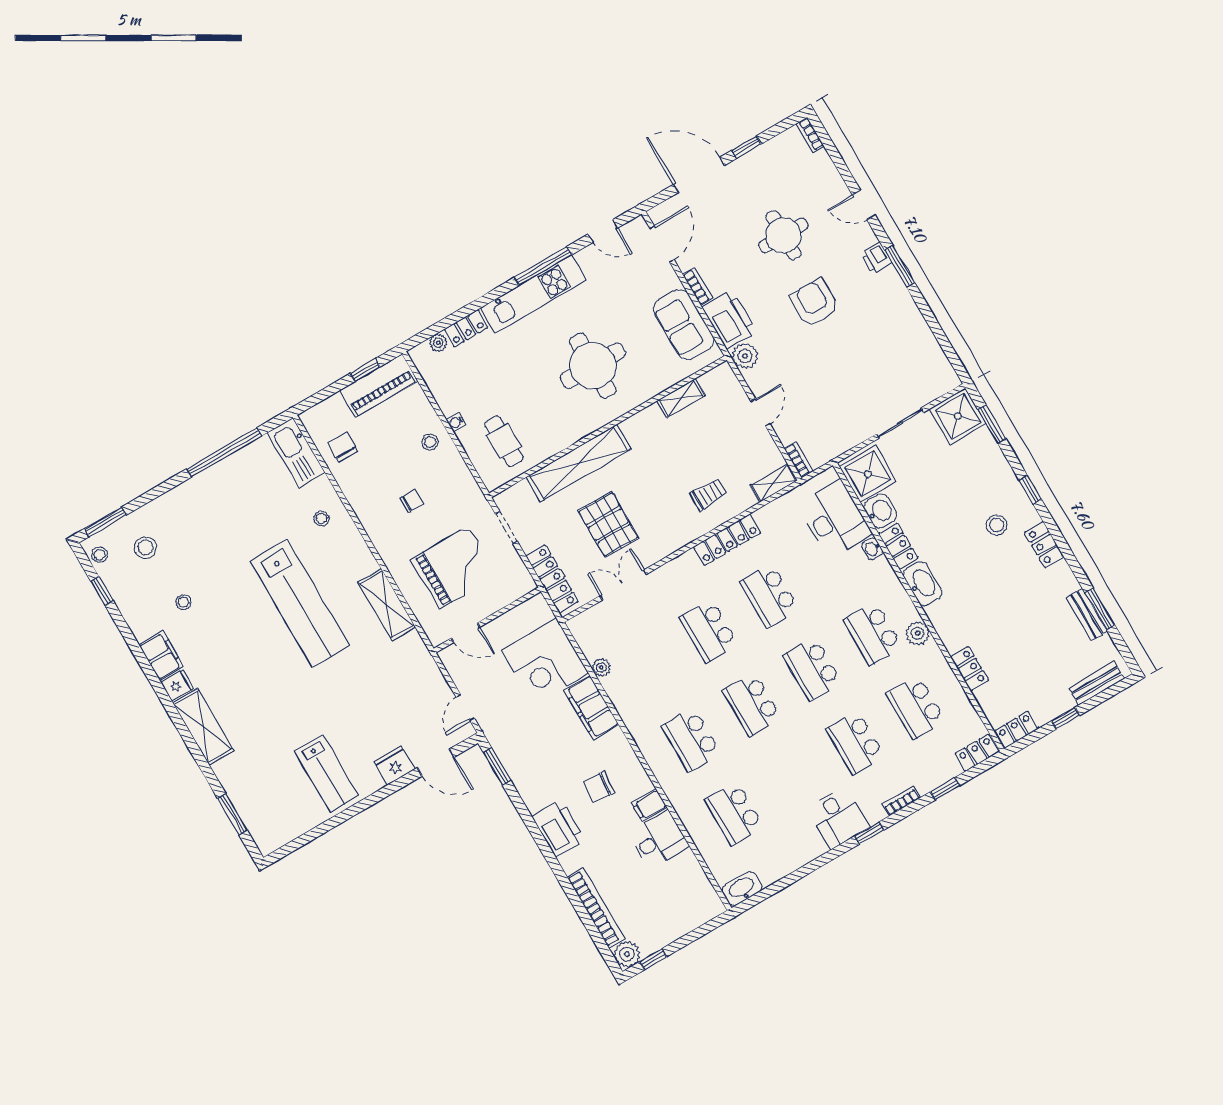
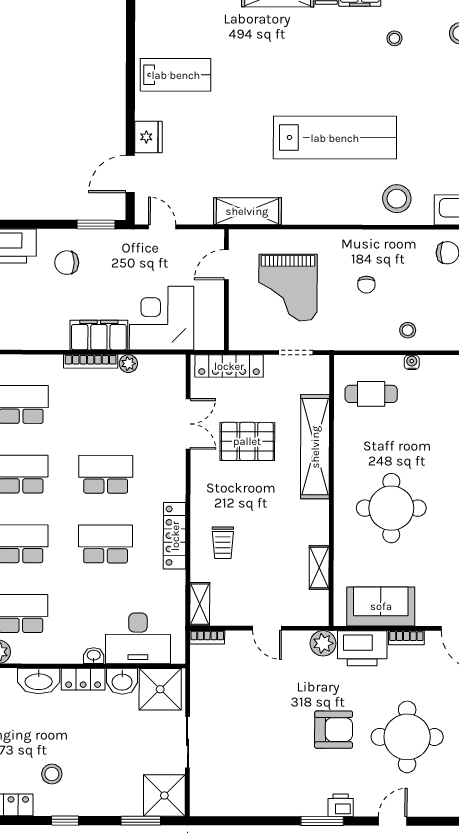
round table: (783, 235) -> (407, 737), width x1.36, depth x1.36
stool: (321, 518) -> (397, 199), width x1.89, depth x1.89
lab bench: (300, 603) -> (335, 138), turned 180
shelving: (387, 605) -> (247, 211), moved
bookcase: (619, 701) -> (91, 361), added
lab bench: (327, 774) -> (176, 75), turned 180
chair: (599, 787) -> (67, 263), moved, turned -96

